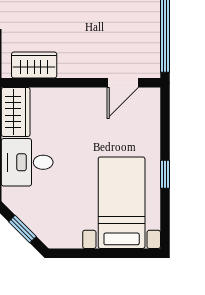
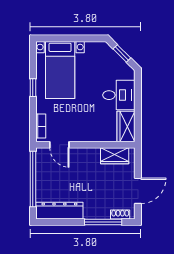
door: (123, 83) -> (59, 145), swing flipped
bookcase: (153, 113) -> (41, 126), added

